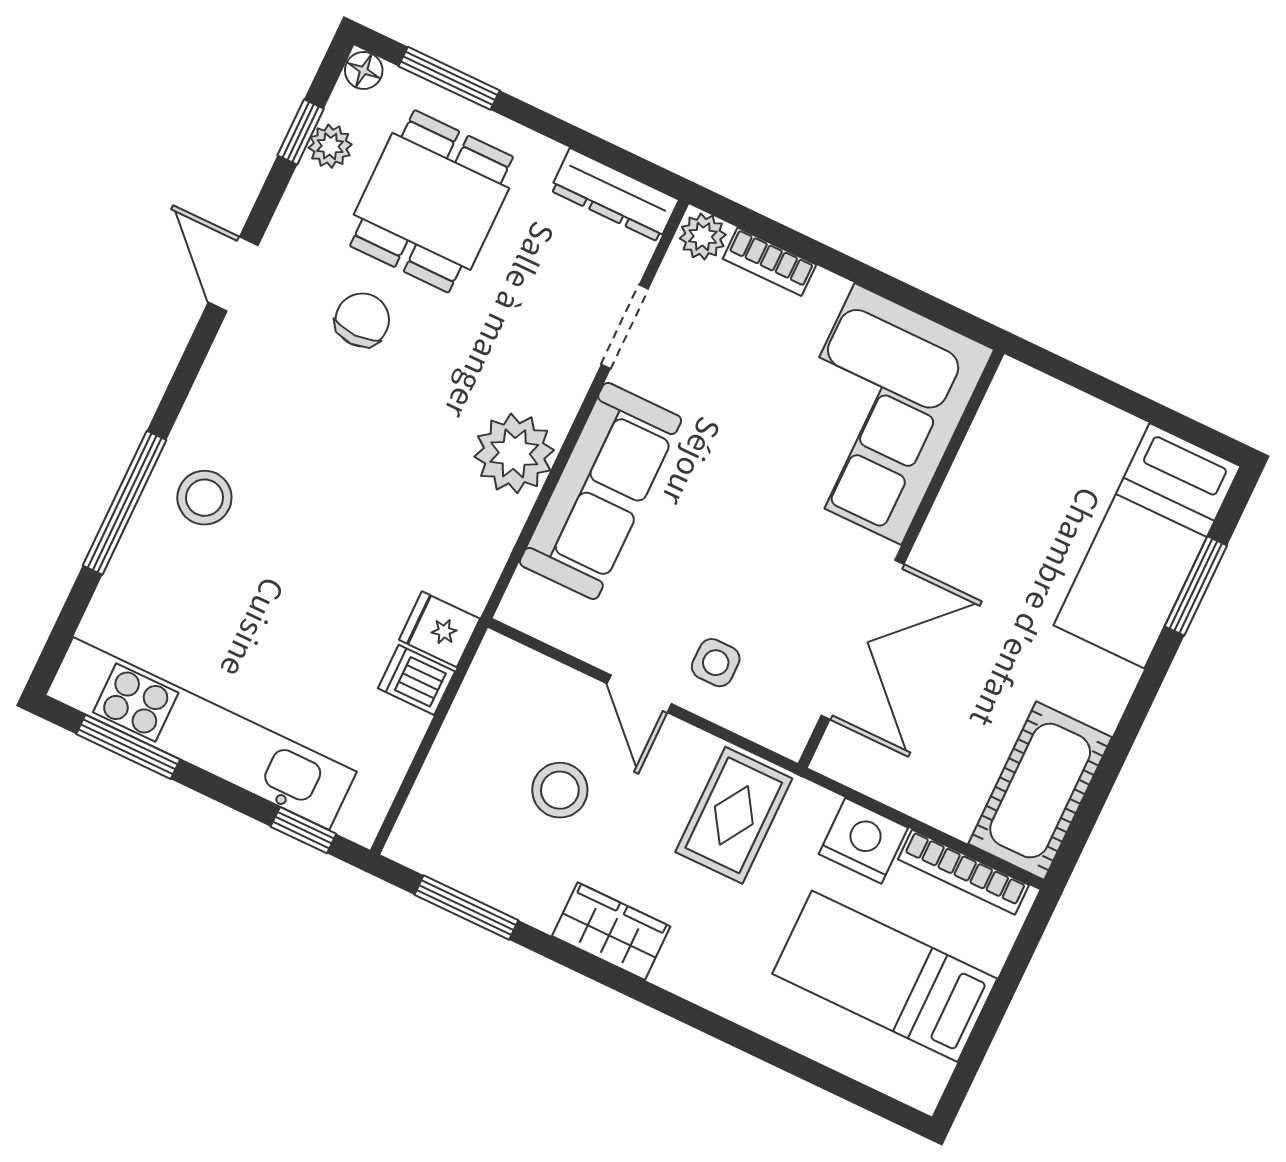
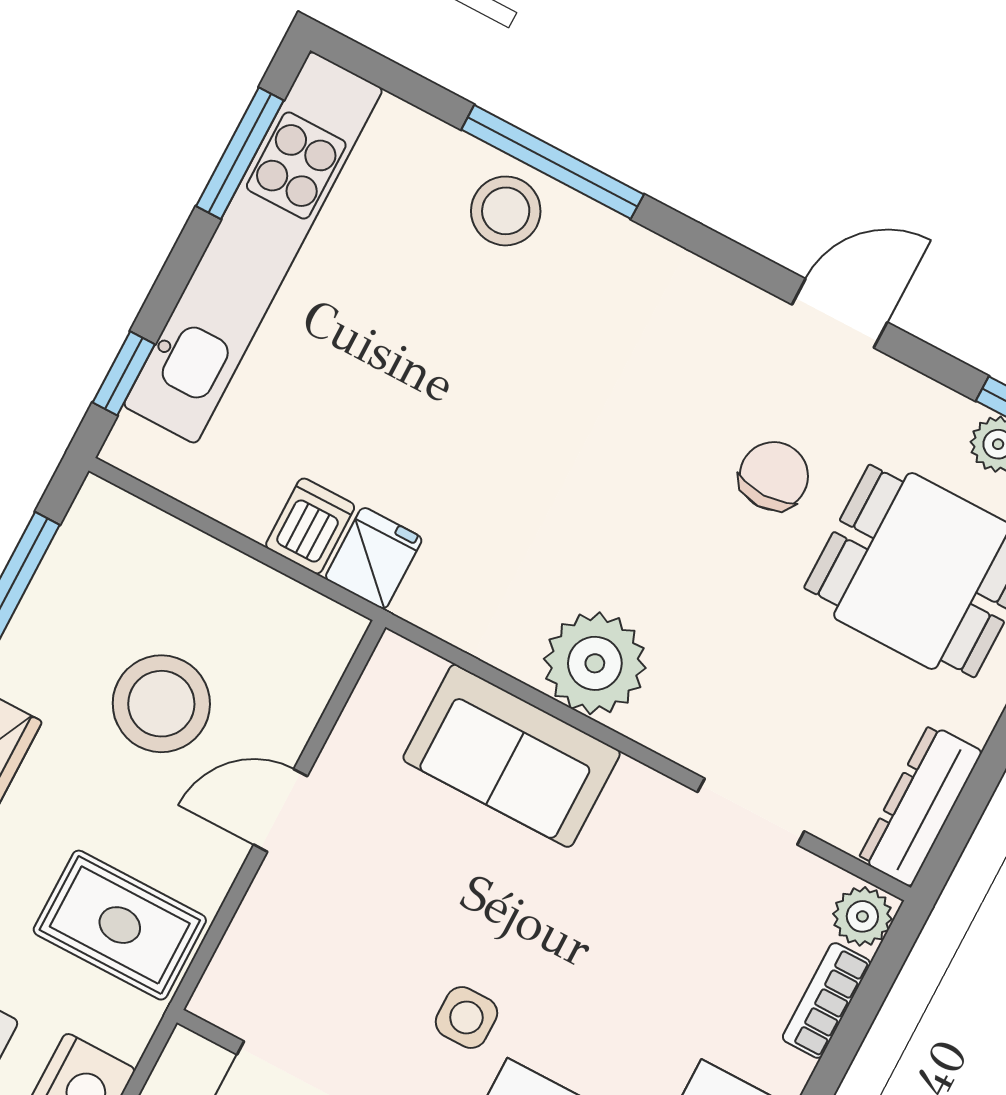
chair: (362, 320) -> (774, 476), turned -90
sofa: (600, 491) -> (512, 756), width x0.73
stool: (204, 498) -> (506, 211), moved
side table: (716, 663) -> (466, 1017), moved
stool: (560, 790) -> (161, 704), width x1.38, depth x1.38

